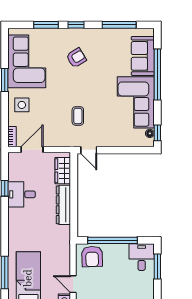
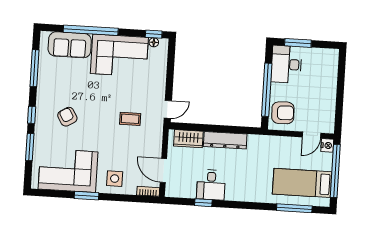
desk: (142, 257) -> (286, 64), width x1.37

